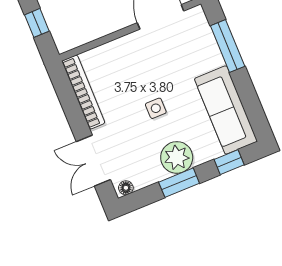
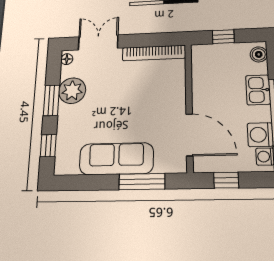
side table: (156, 108) -> (117, 104), removed
sofa: (226, 110) -> (116, 159), moved
plant: (177, 157) -> (72, 91), moved

